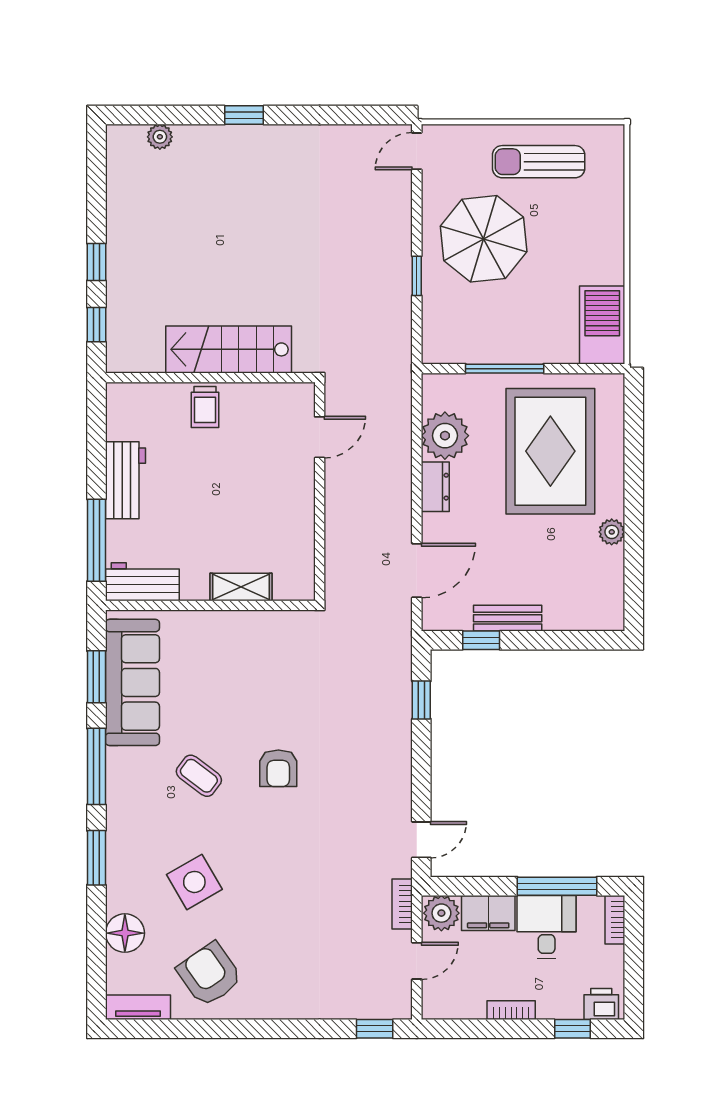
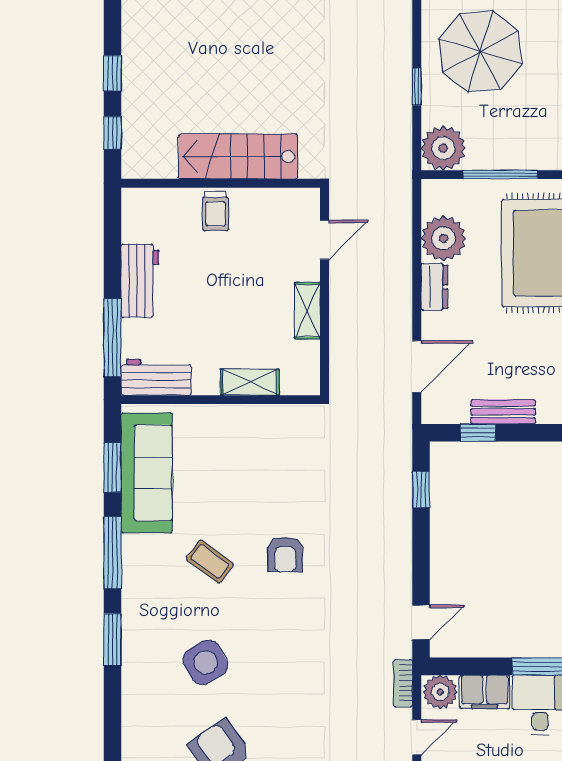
plant: (445, 341) -> (443, 148), added
shelving: (302, 512) -> (307, 311), added
floor lamp: (125, 933) -> (140, 711), removed

